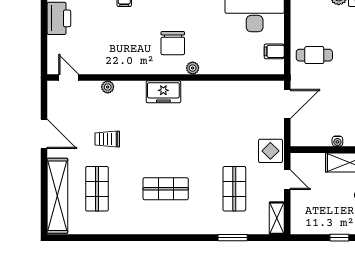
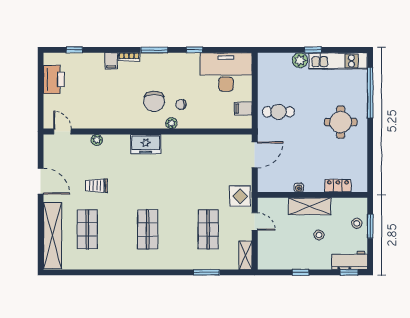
chair: (203, 47) -> (181, 104), added
shop shelf: (166, 189) -> (148, 229), turned 90

